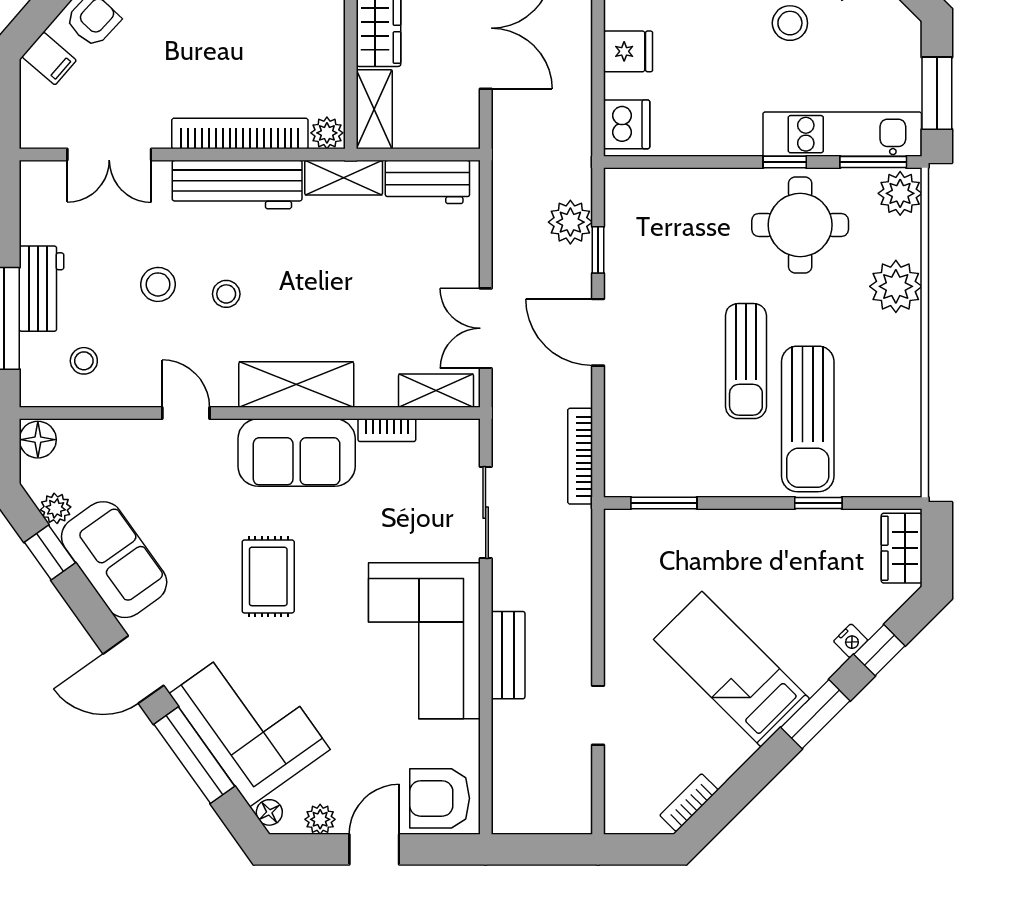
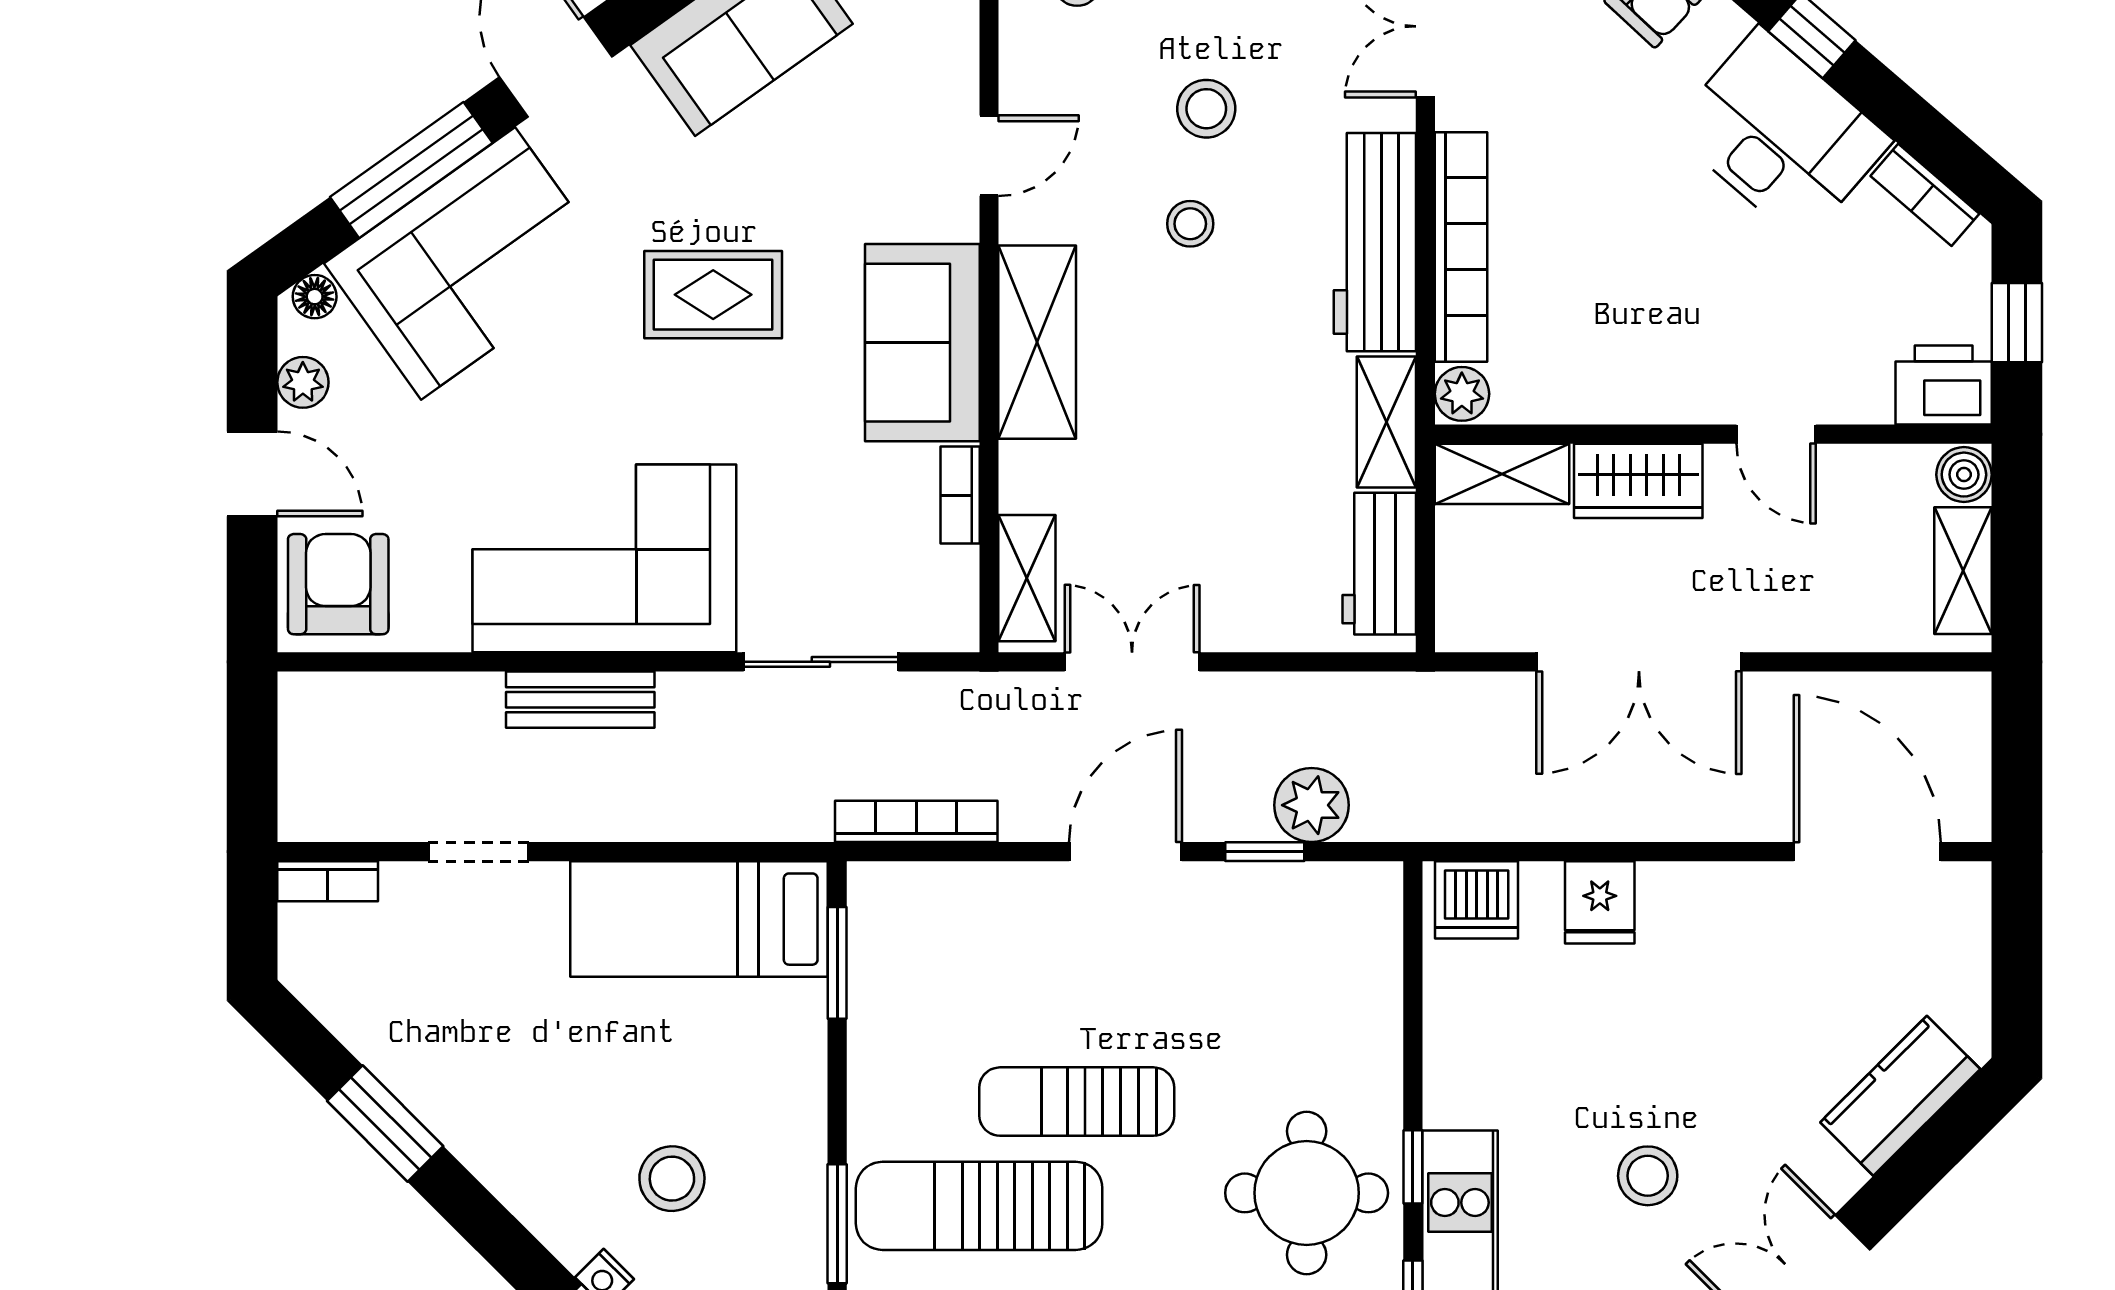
window: (818, 503) -> (837, 1224), width x1.50
stool: (792, 601) -> (672, 1179), added
bed: (732, 669) -> (699, 919), moved, turned -135
window: (815, 714) -> (385, 1124), moved
bookcase: (689, 803) -> (328, 881), moved, turned 135

